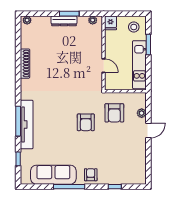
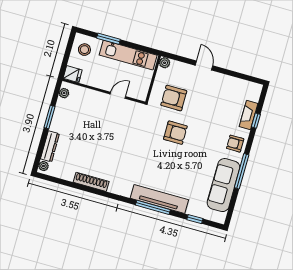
dresser: (64, 21) -> (50, 146), moved
armchair: (114, 113) -> (174, 98), turned 180
plant: (142, 113) -> (165, 63), moved
fireplace: (118, 179) -> (249, 115), added

